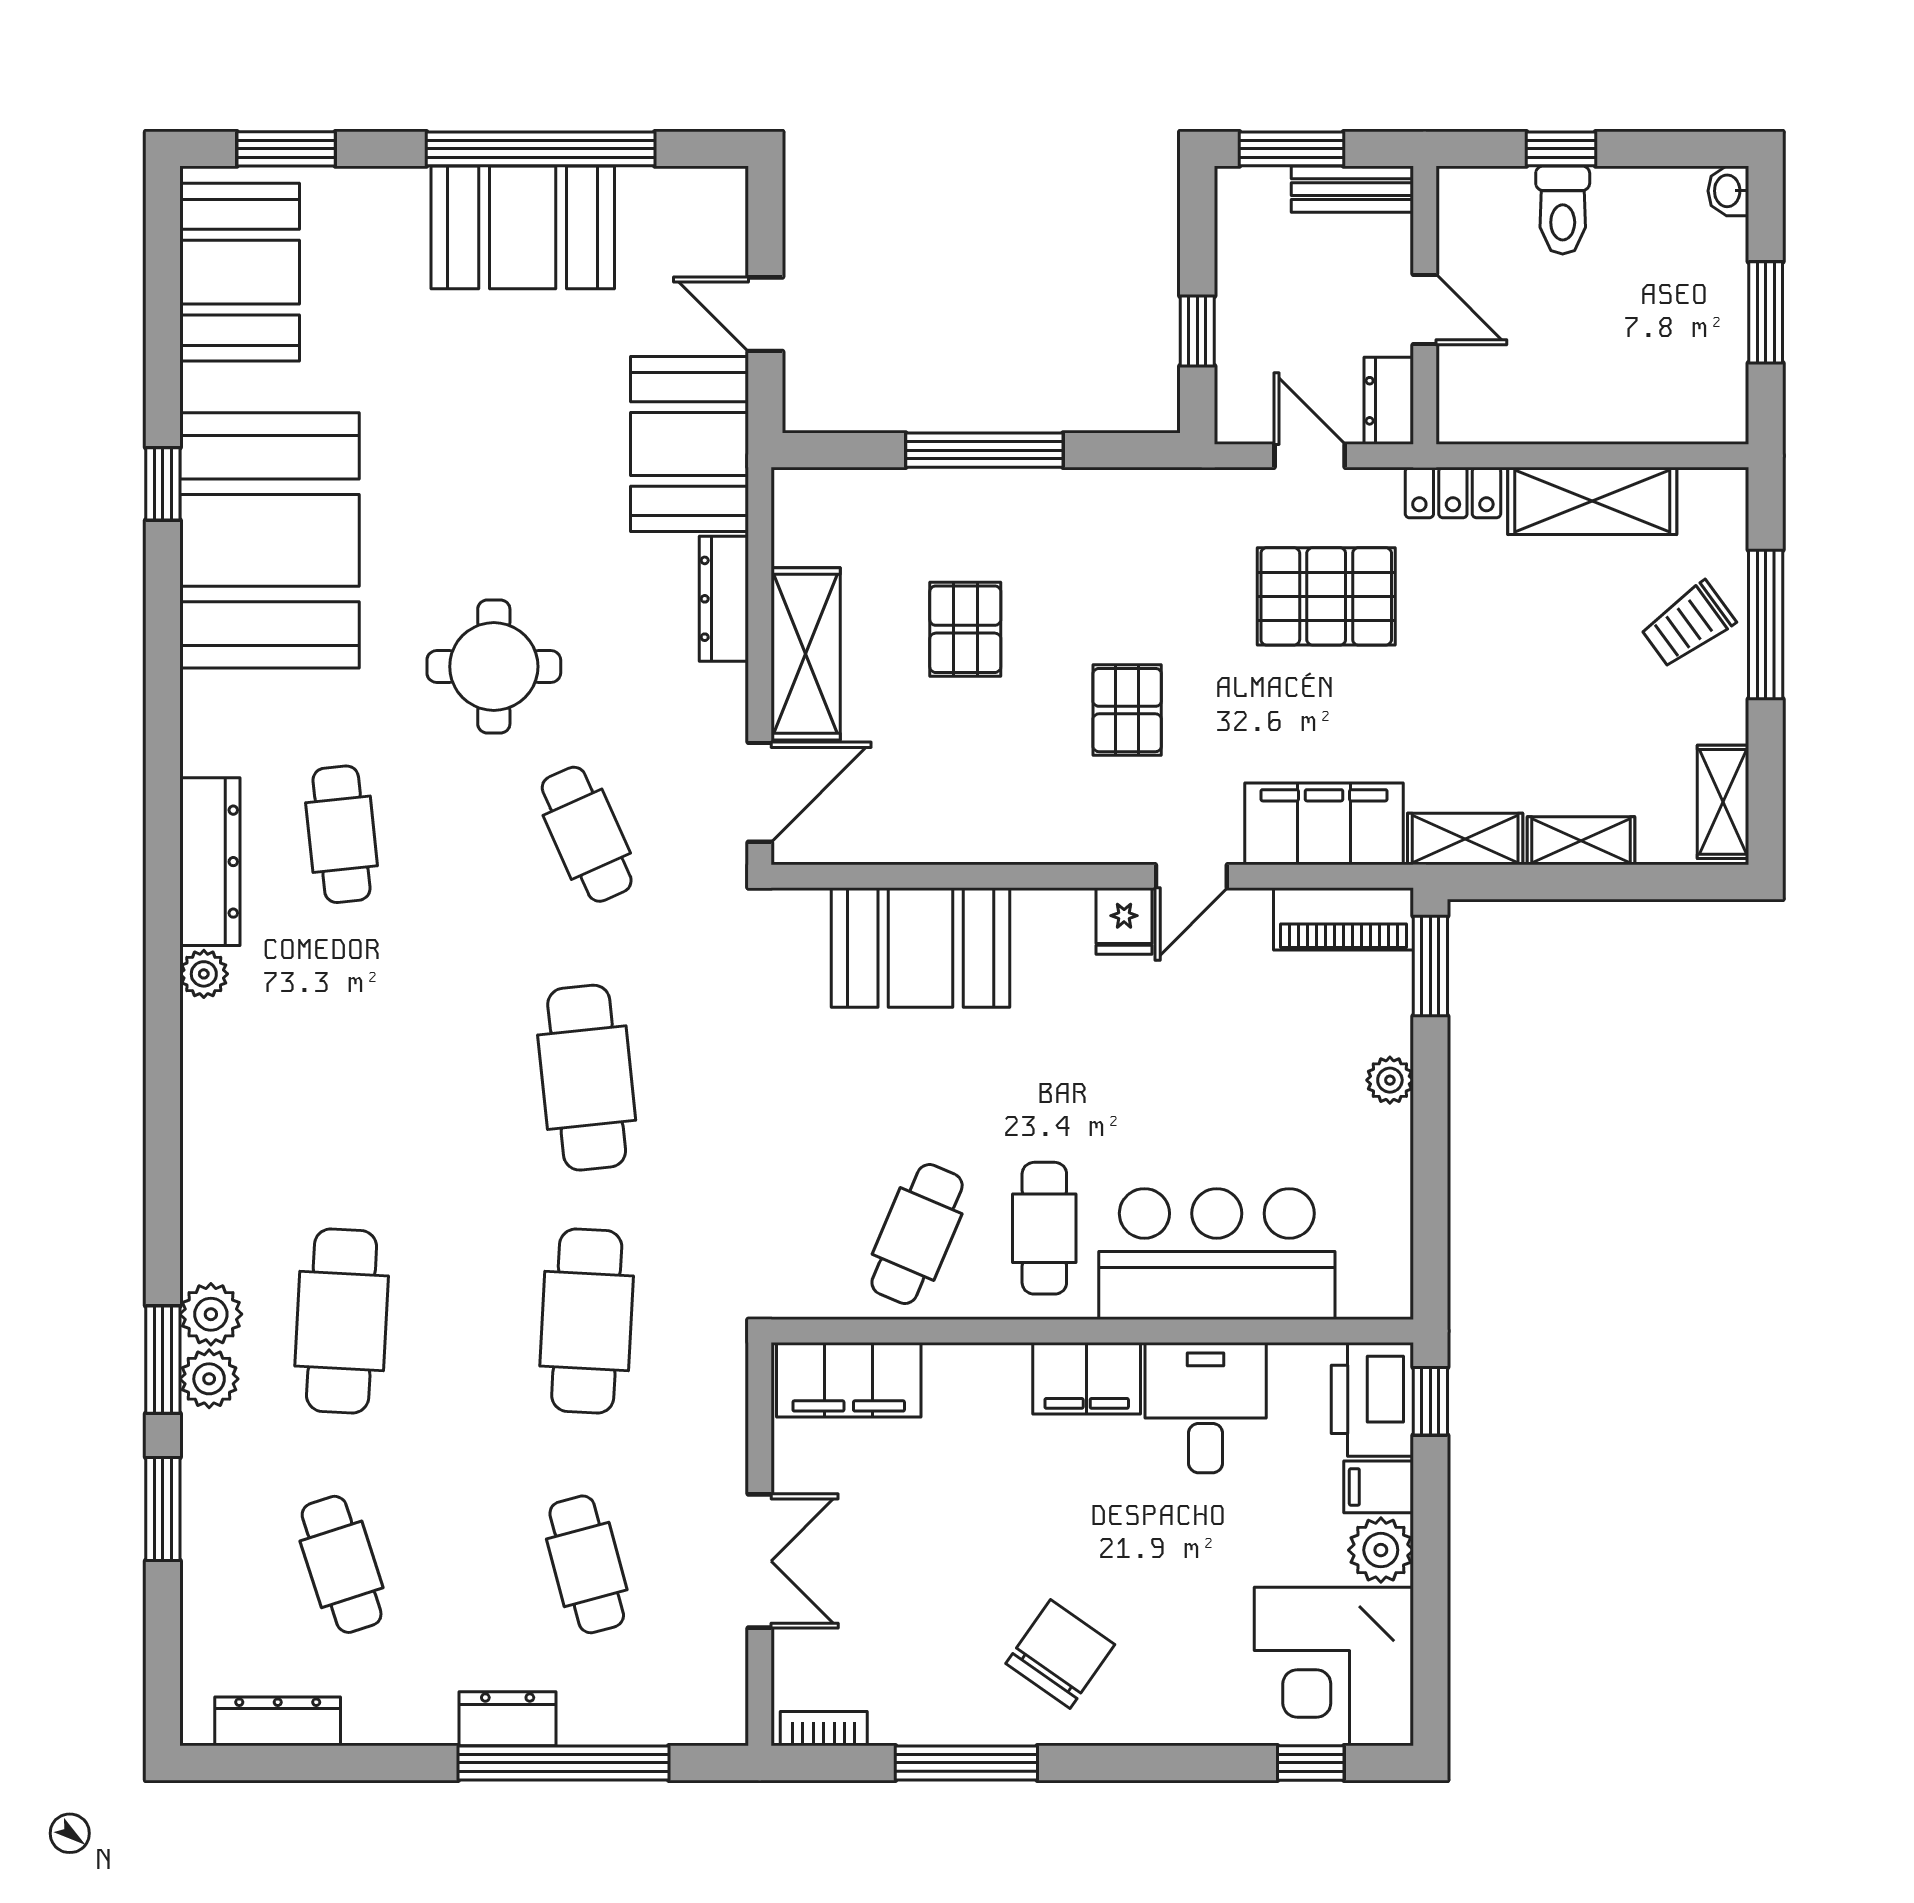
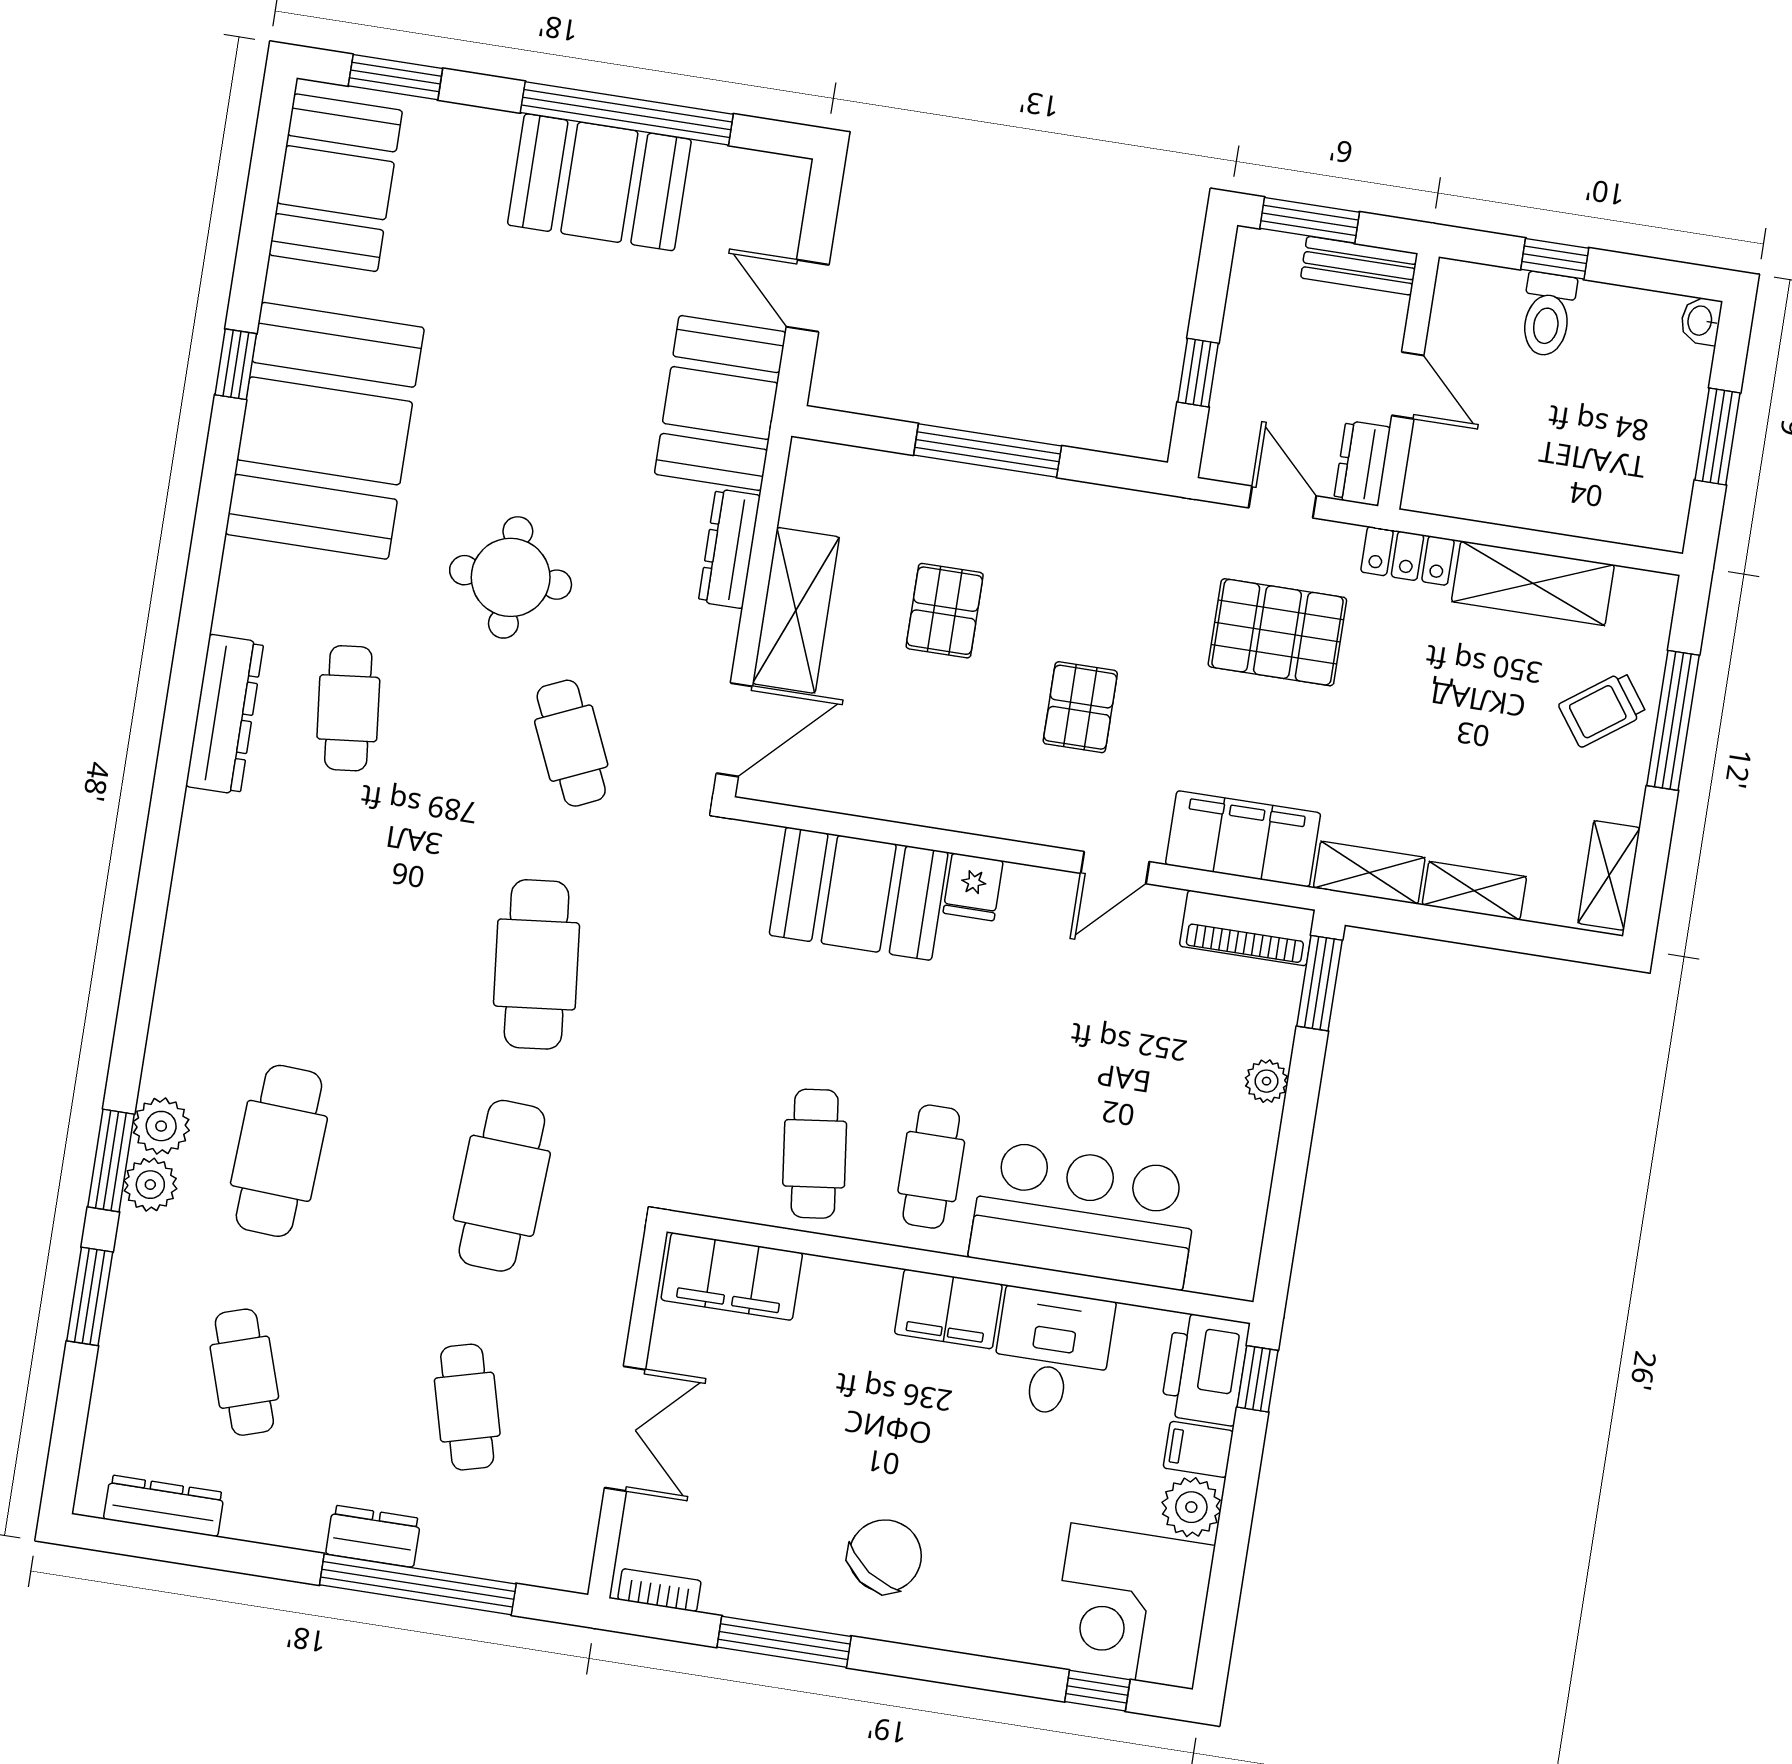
fridge: (1124, 921) -> (973, 887), moved
plant: (204, 974) -> (203, 816), removed
cafe table: (917, 1234) -> (815, 1154), turned -30

